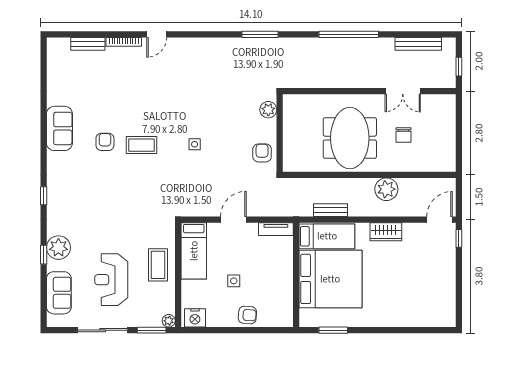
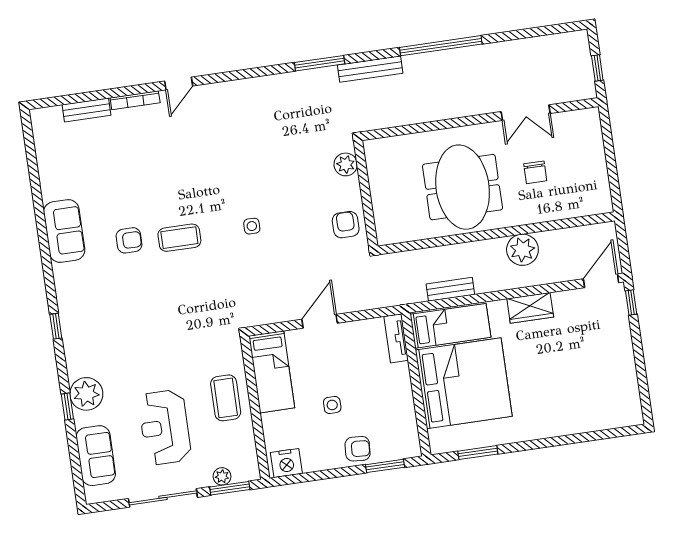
bench: (418, 44) -> (370, 69), moved
armchair: (105, 142) -> (129, 240), turned 90
tv unit: (276, 229) -> (396, 338), moved, turned 90
plant: (169, 321) -> (222, 476), moved
window: (265, 330) -> (385, 466), added

